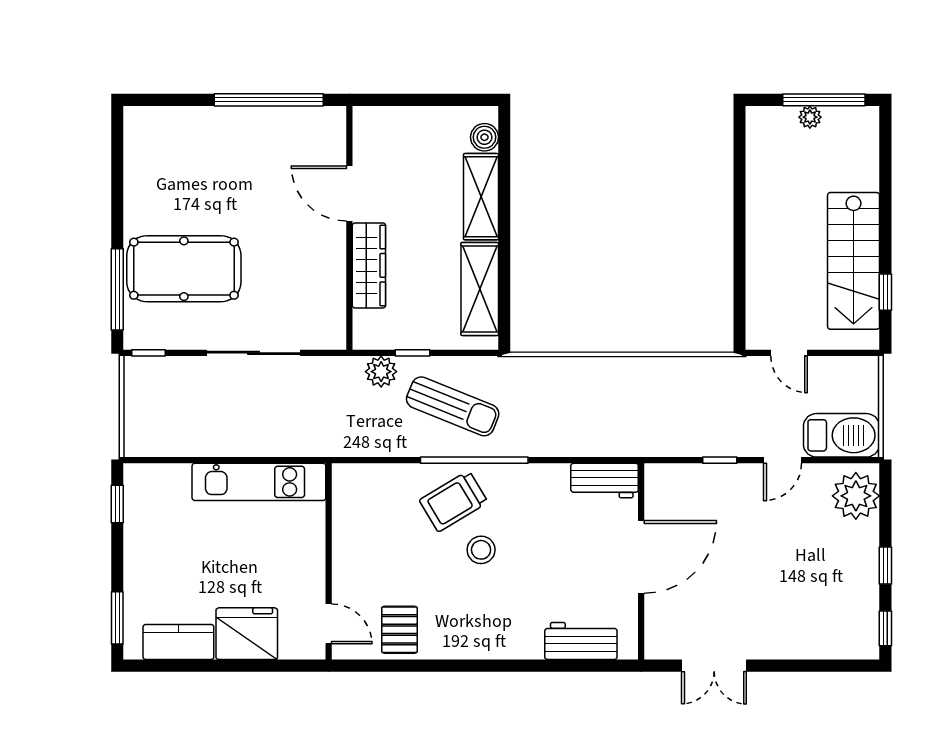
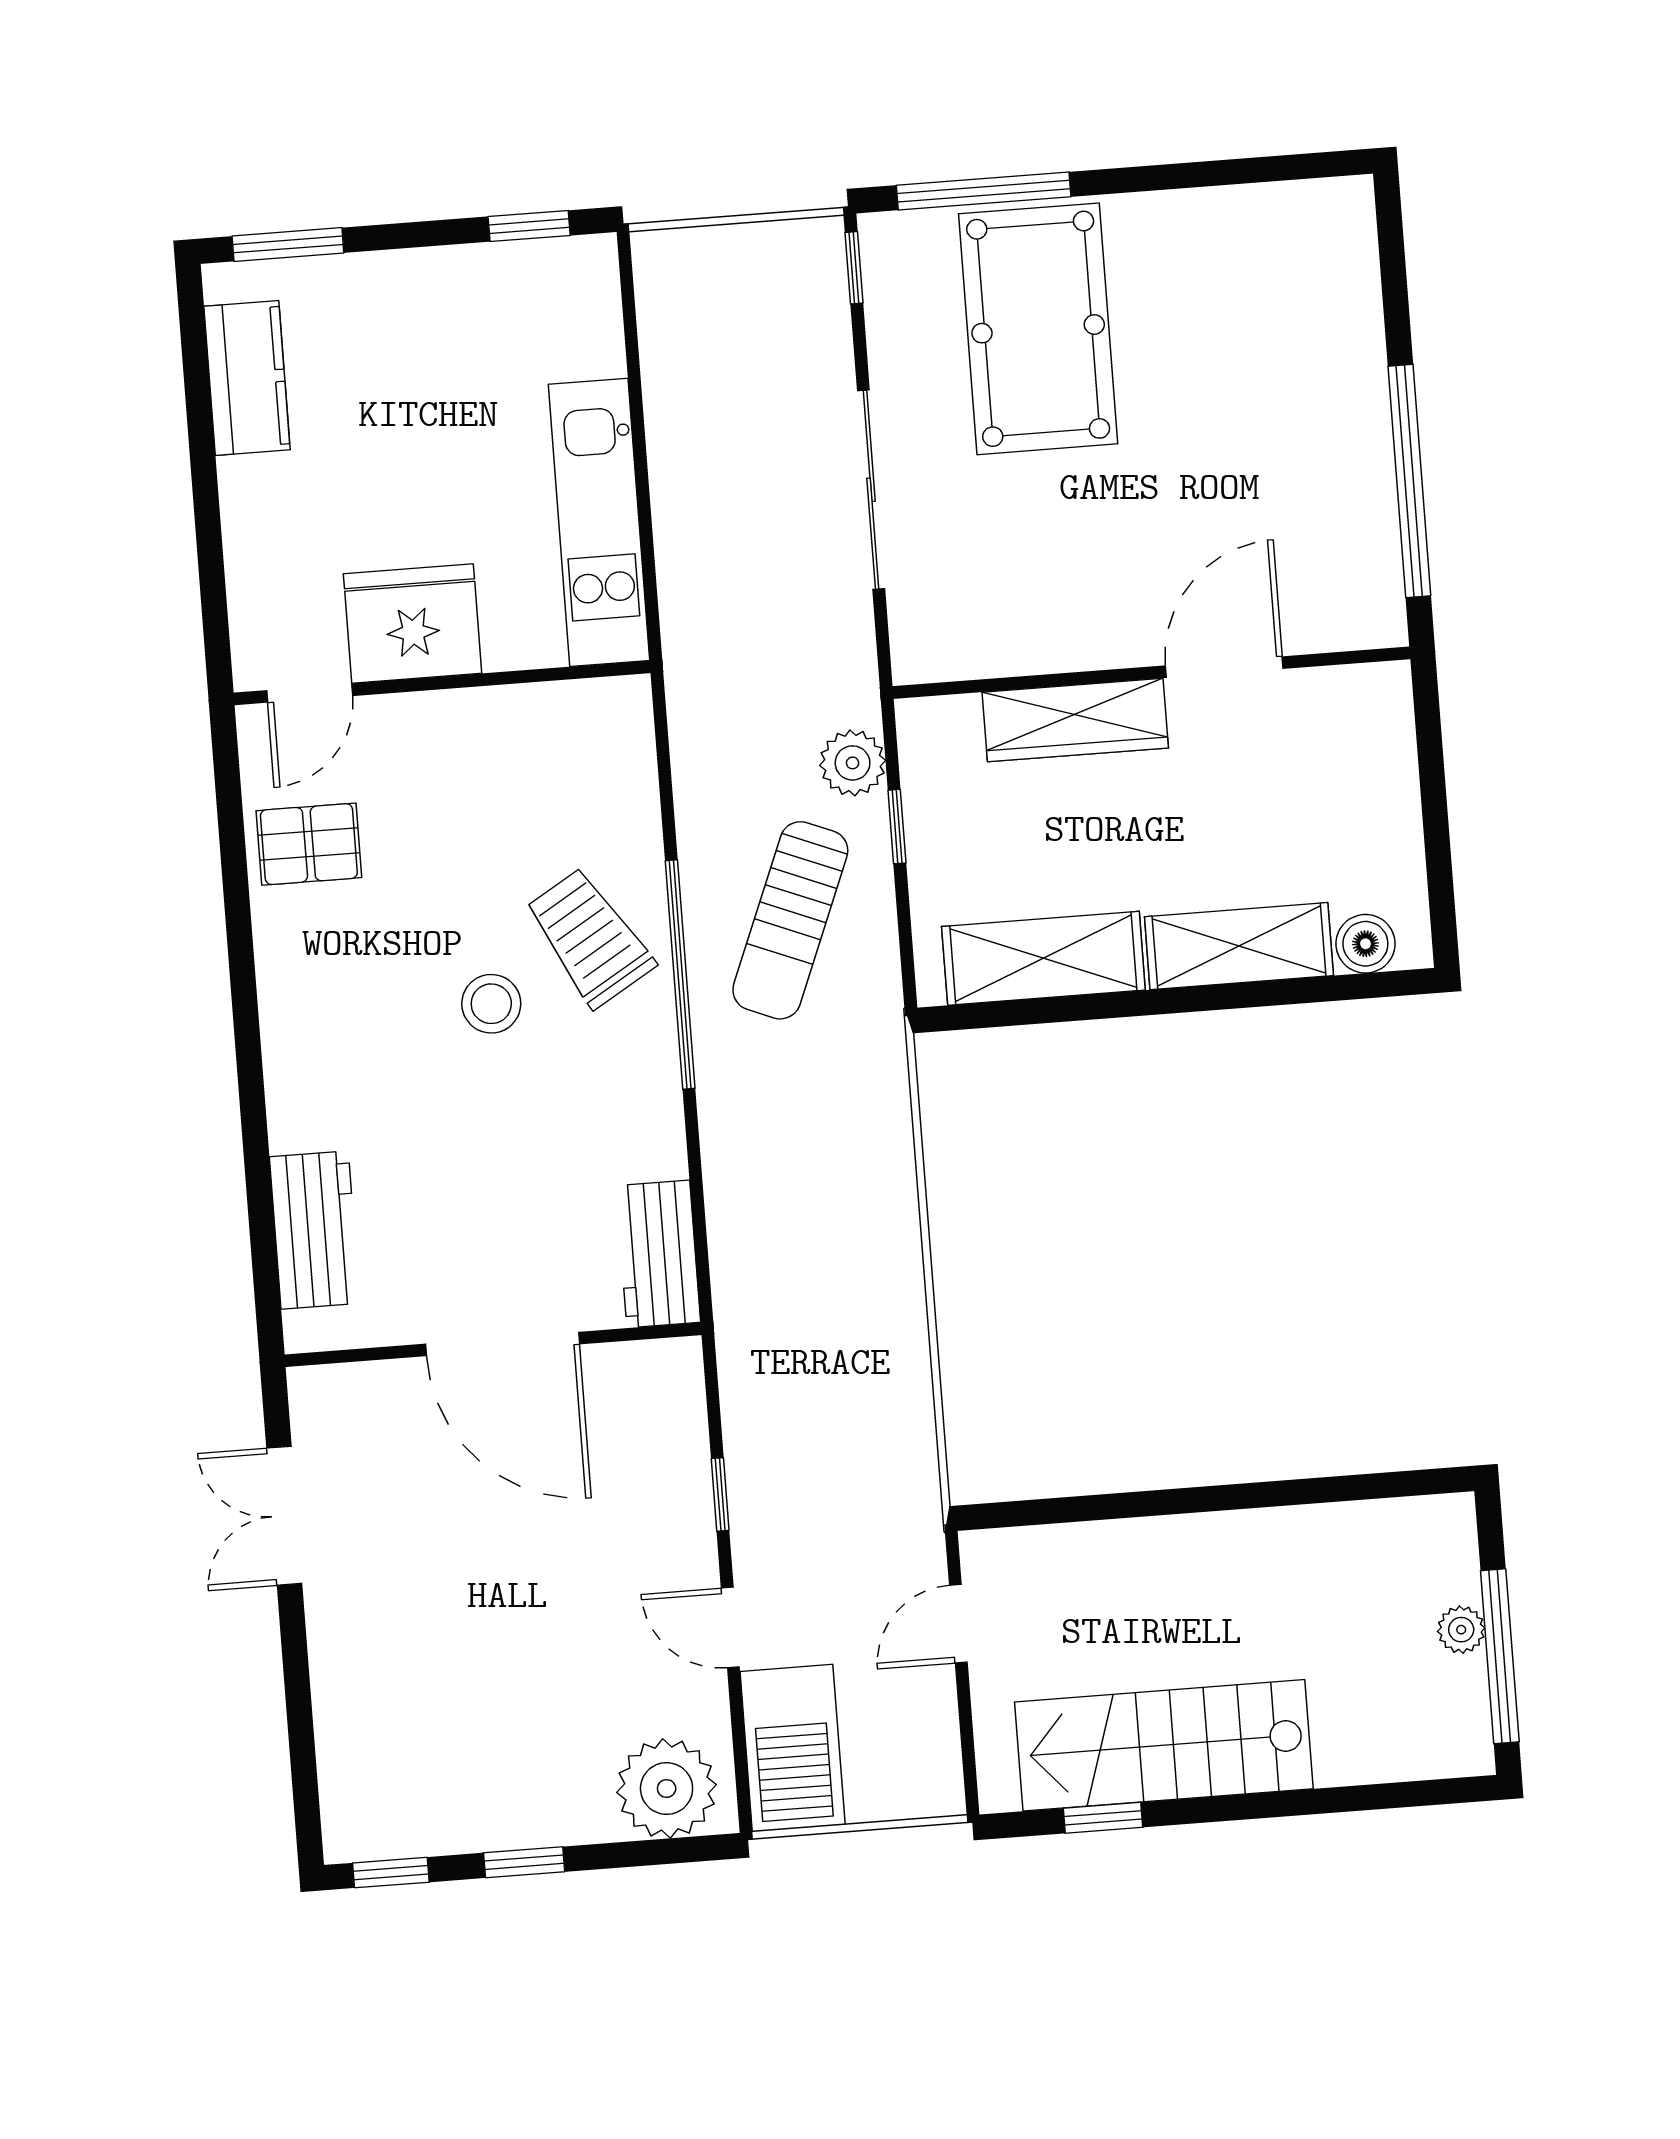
fridge: (247, 634) -> (413, 624), moved, turned -90

